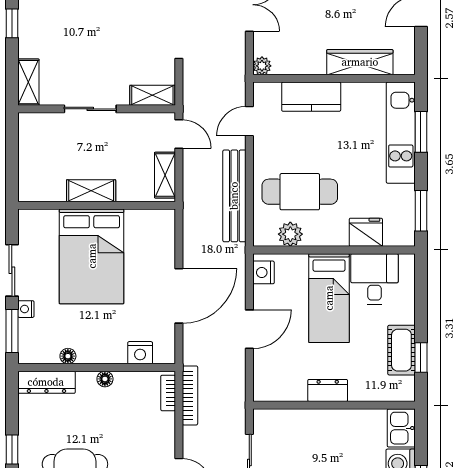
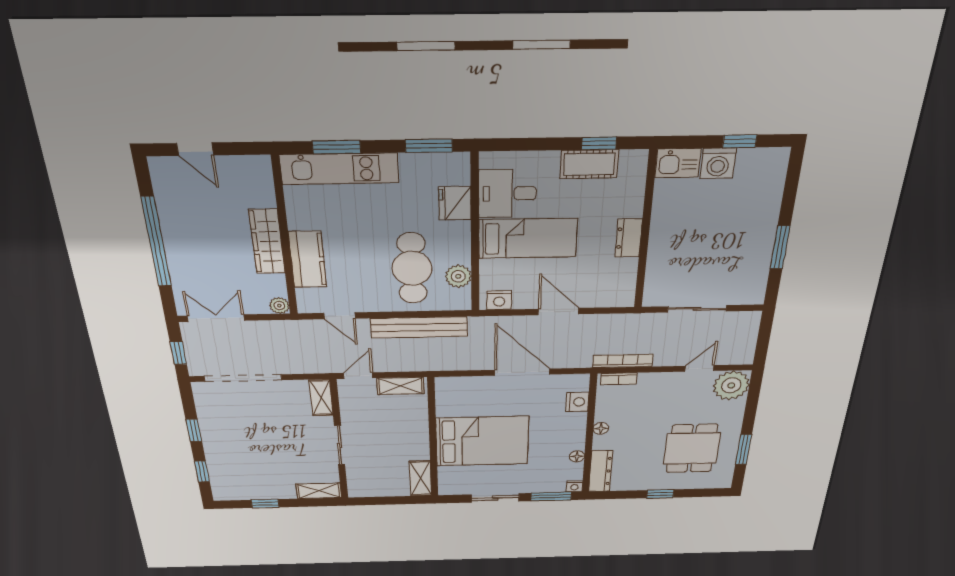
wardrobe: (360, 62) -> (267, 242), moved
shelving: (91, 191) -> (420, 478), moved
nightstand: (26, 309) -> (574, 486), moved

